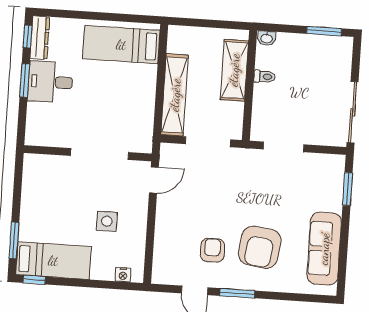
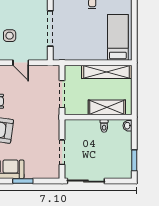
shelving: (175, 95) -> (107, 72), moved
doorway: (284, 147) -> (62, 152), moved
door: (154, 180) -> (21, 63), moved
window: (347, 189) -> (23, 181), moved

